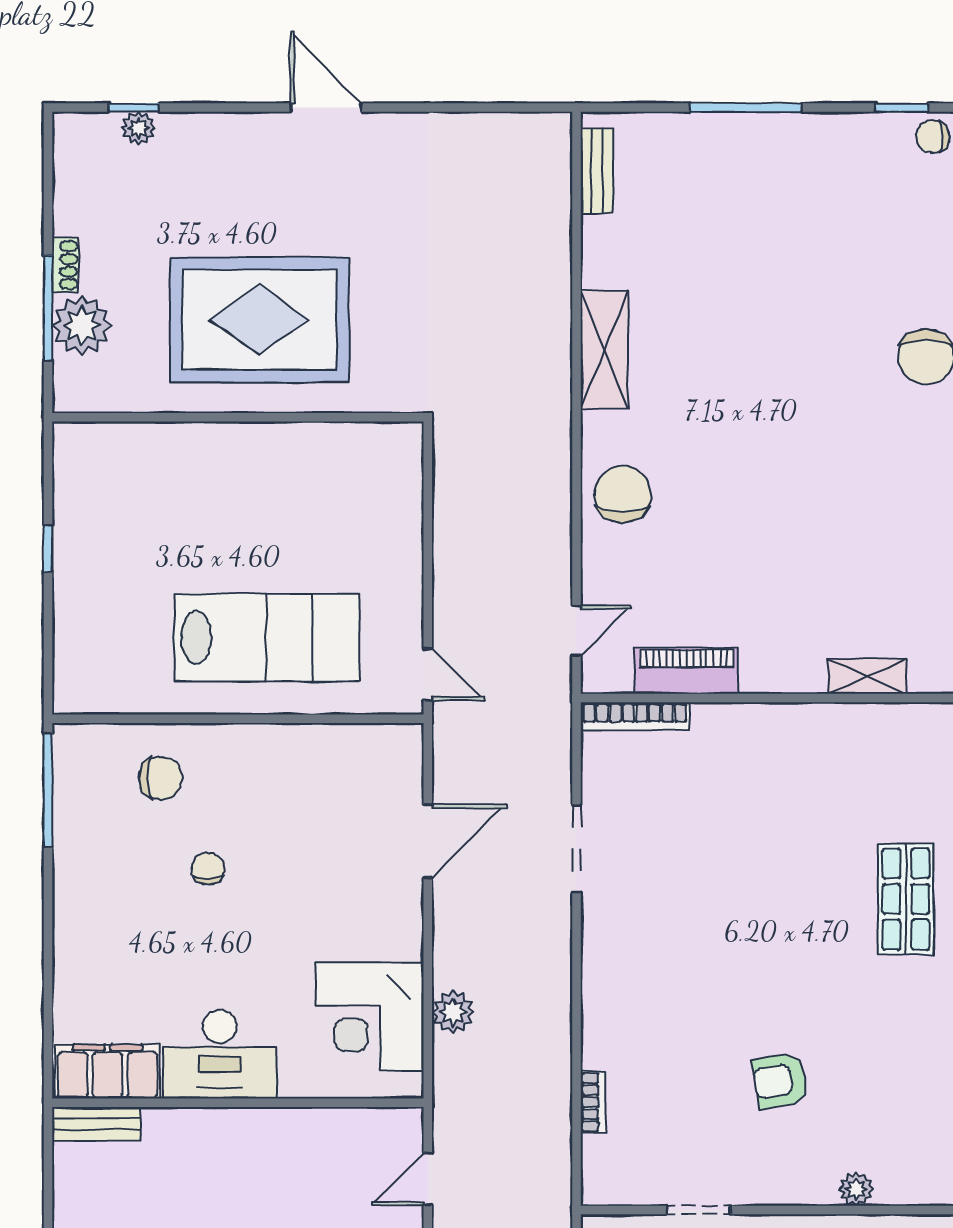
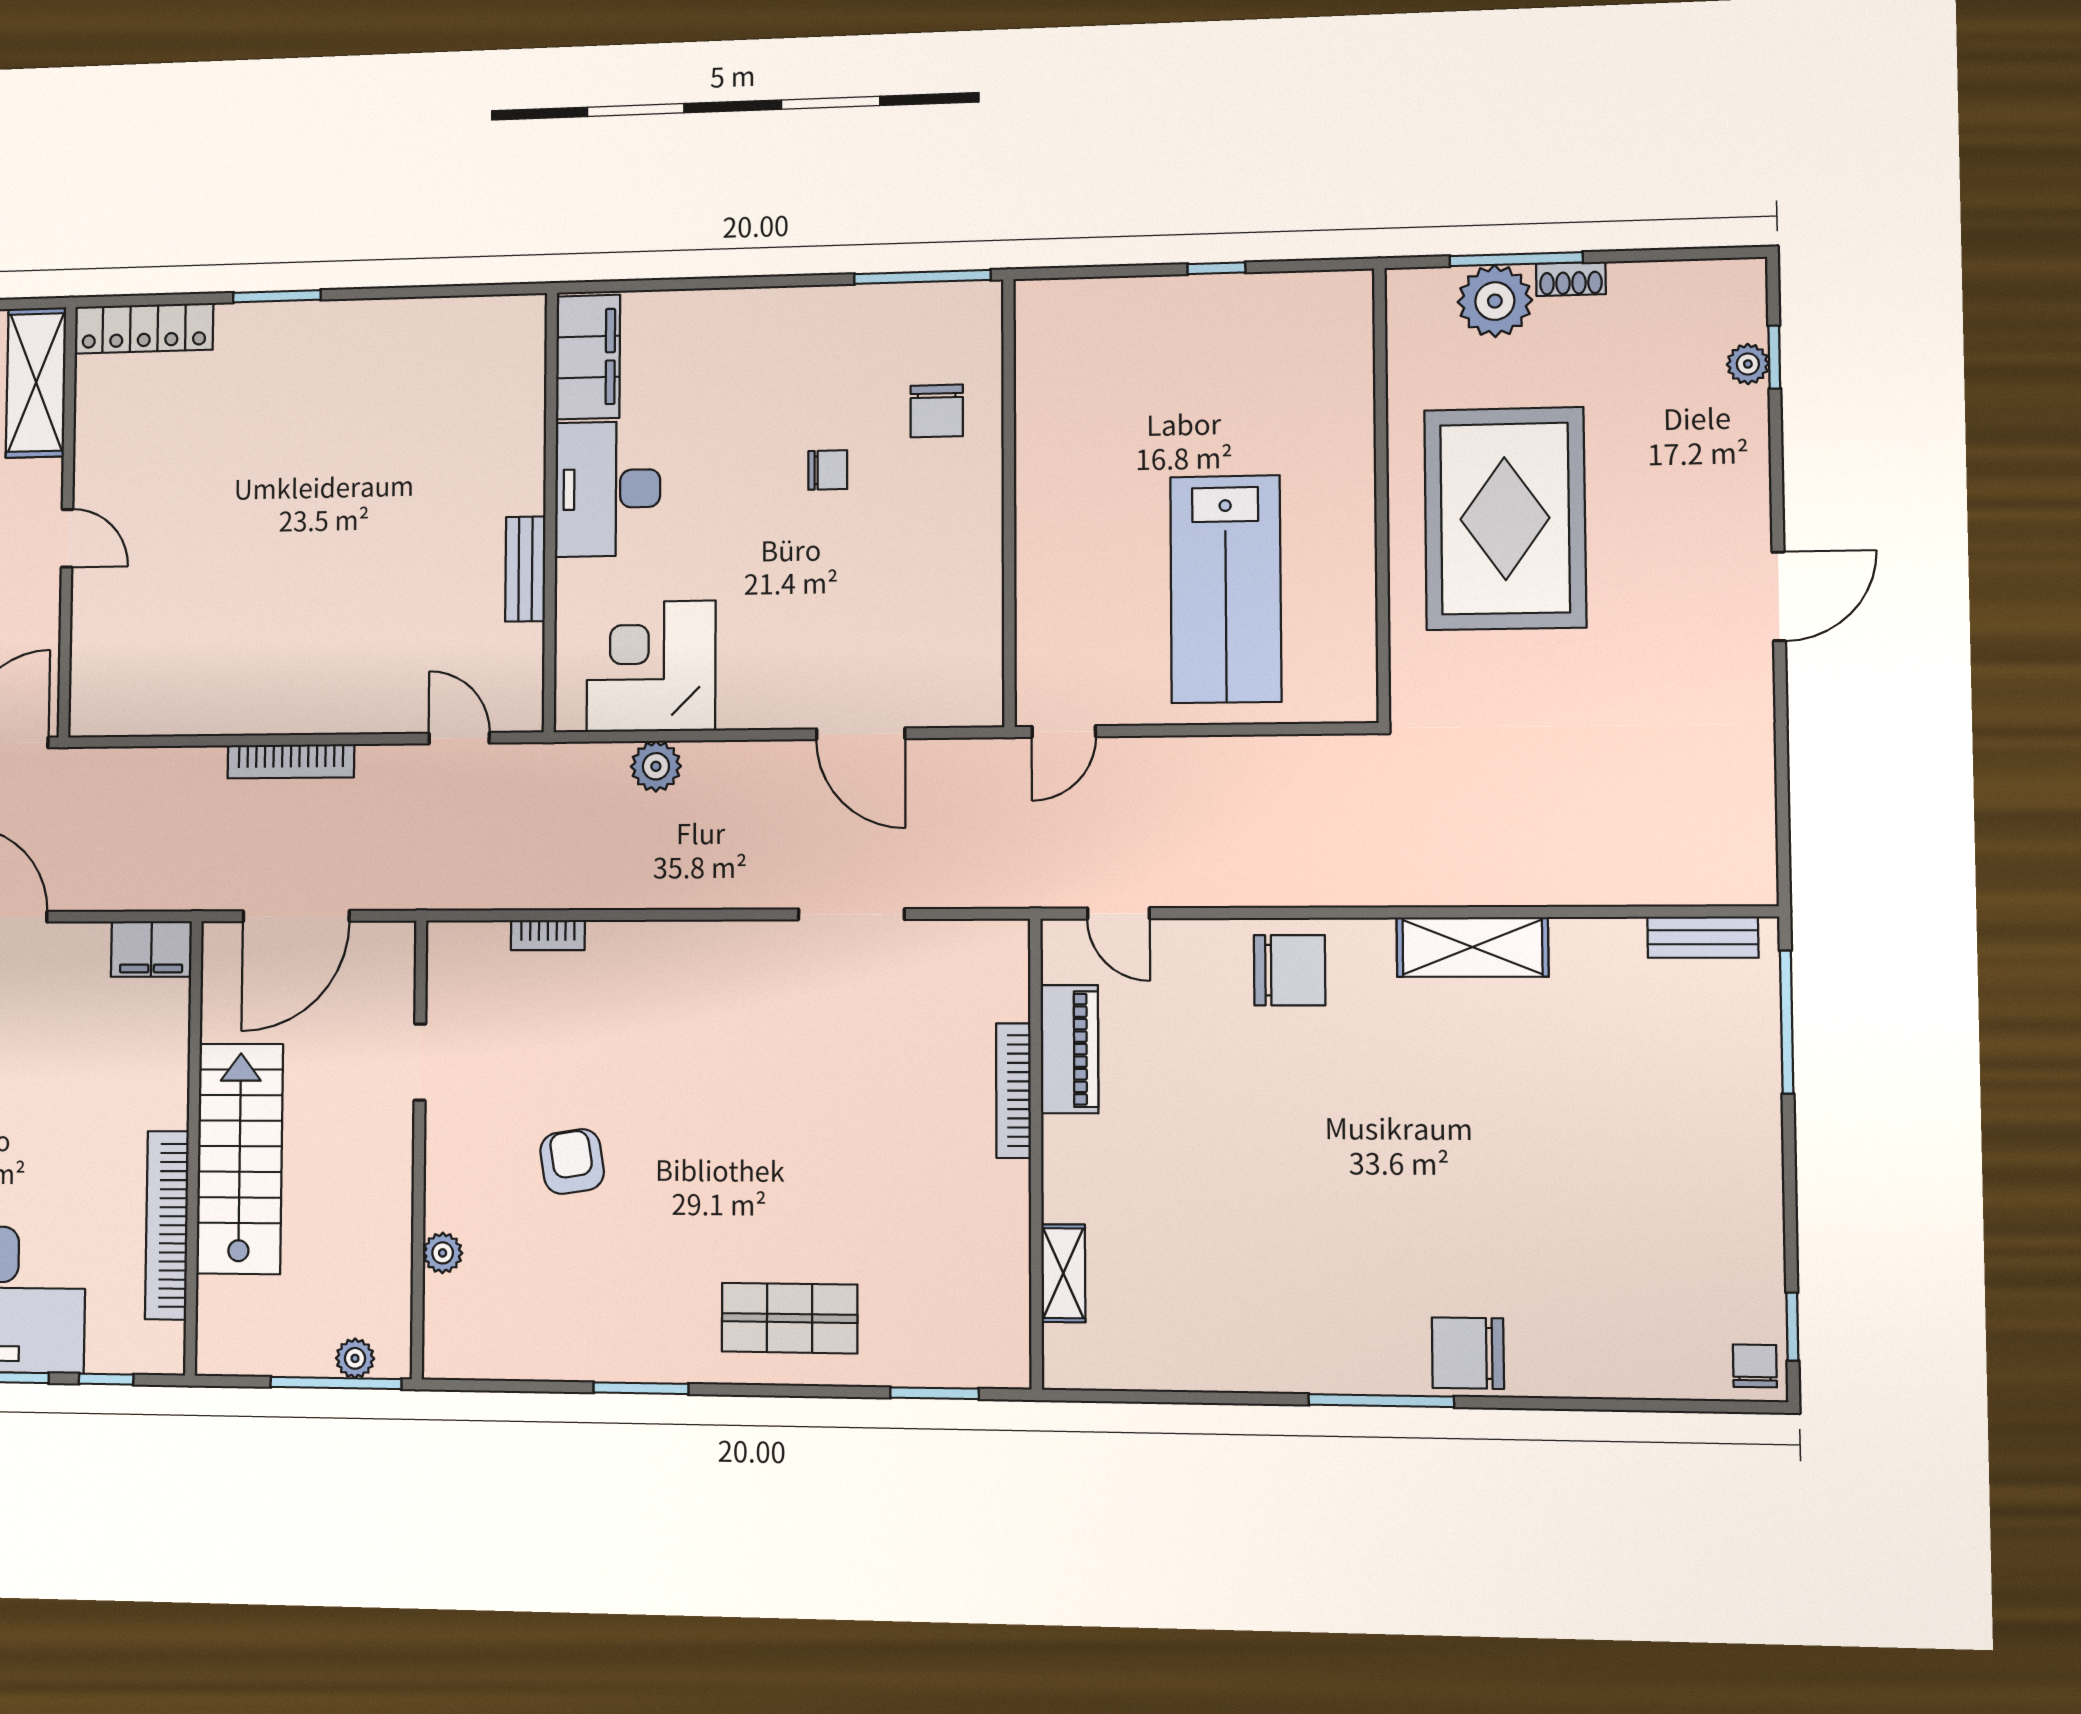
window: (746, 108) -> (1787, 1022), moved
lab bench: (267, 637) -> (1226, 589), moved
bookcase: (635, 716) -> (1013, 1091), moved
bench: (96, 1124) -> (525, 569), moved

